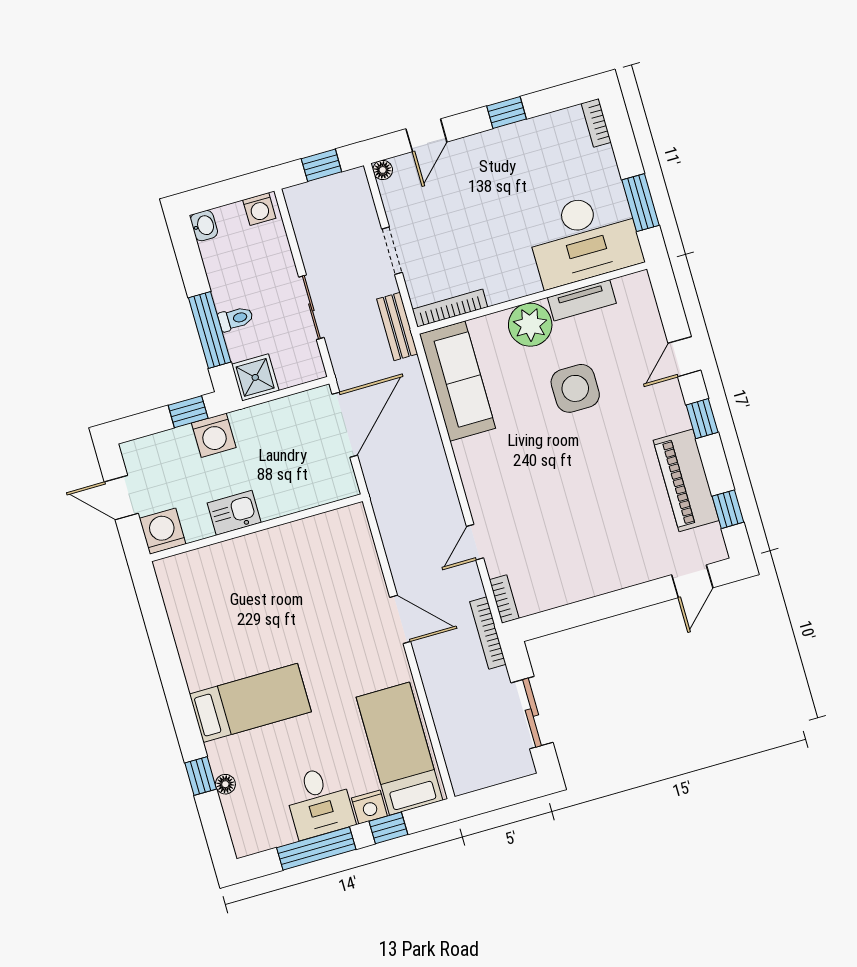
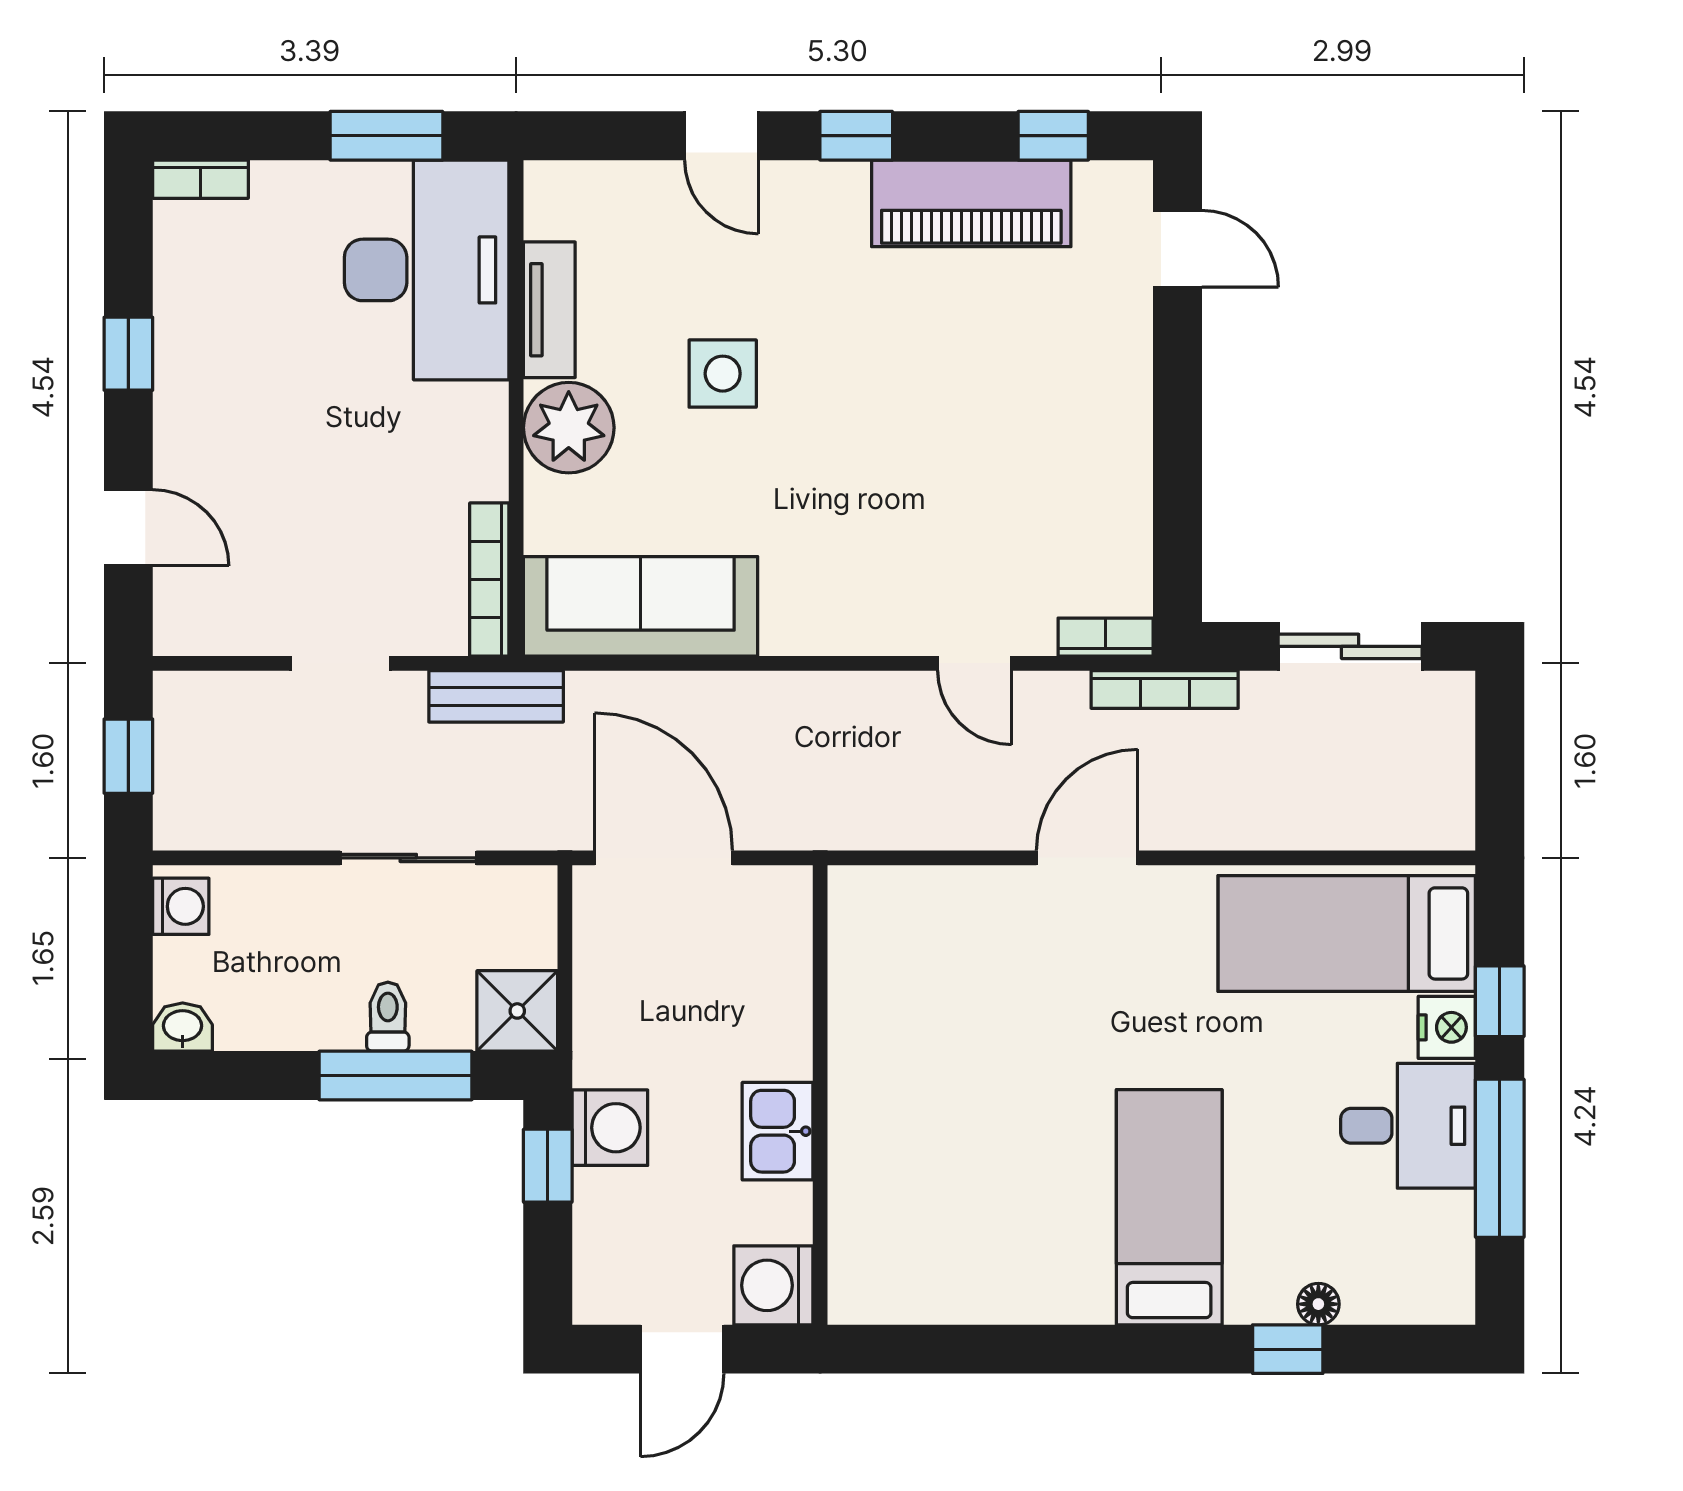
floor lamp: (383, 170) -> (173, 636), removed
side table: (575, 388) -> (723, 374), width x0.73, depth x0.73

